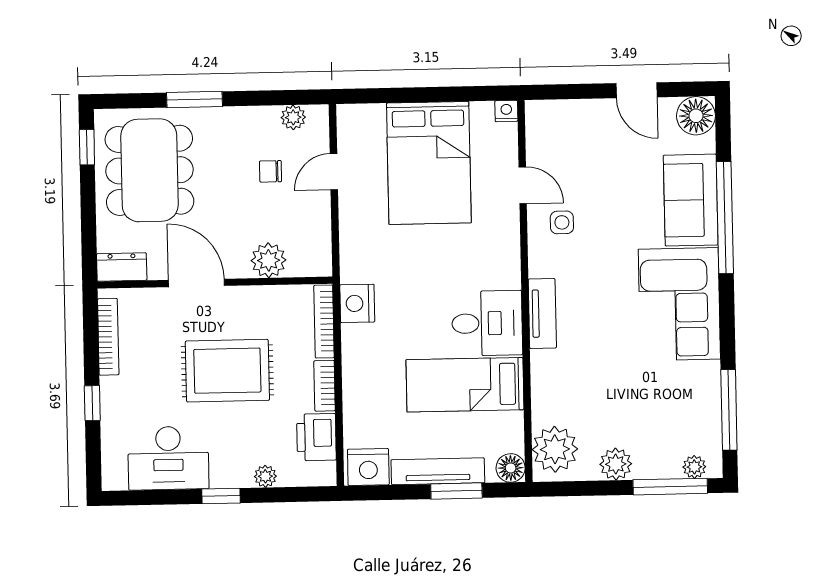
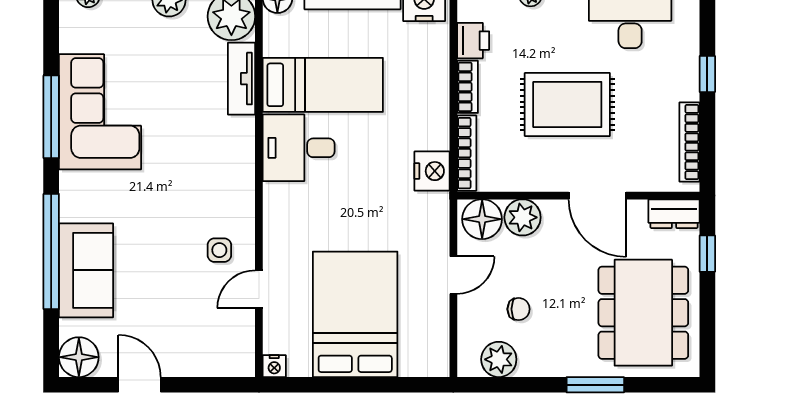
plant: (293, 117) -> (499, 359), width x1.38, depth x1.38
window: (87, 147) -> (707, 254), moved
door: (334, 172) -> (453, 275), moved
door: (523, 185) -> (259, 289), hinge flipped
floor lamp: (308, 258) -> (482, 219), added
corner sofa: (679, 304) -> (100, 112), moved
tv unit: (542, 313) -> (241, 79), moved
window: (729, 410) -> (51, 117), moved
printer: (316, 437) -> (473, 41), width x0.73, depth x0.81

